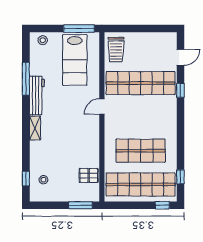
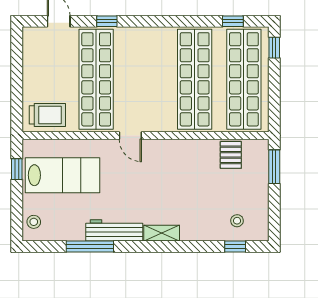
window: (79, 29) -> (17, 169), width x0.46
shop shelf: (141, 151) -> (195, 79), width x1.40

